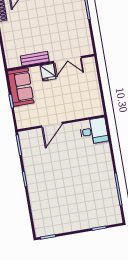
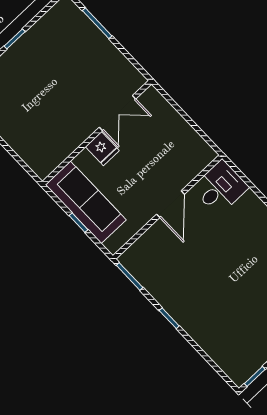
bench: (35, 59) -> (71, 142), removed
sofa: (21, 87) -> (86, 202), width x1.36
door: (52, 125) -> (170, 204), moved

